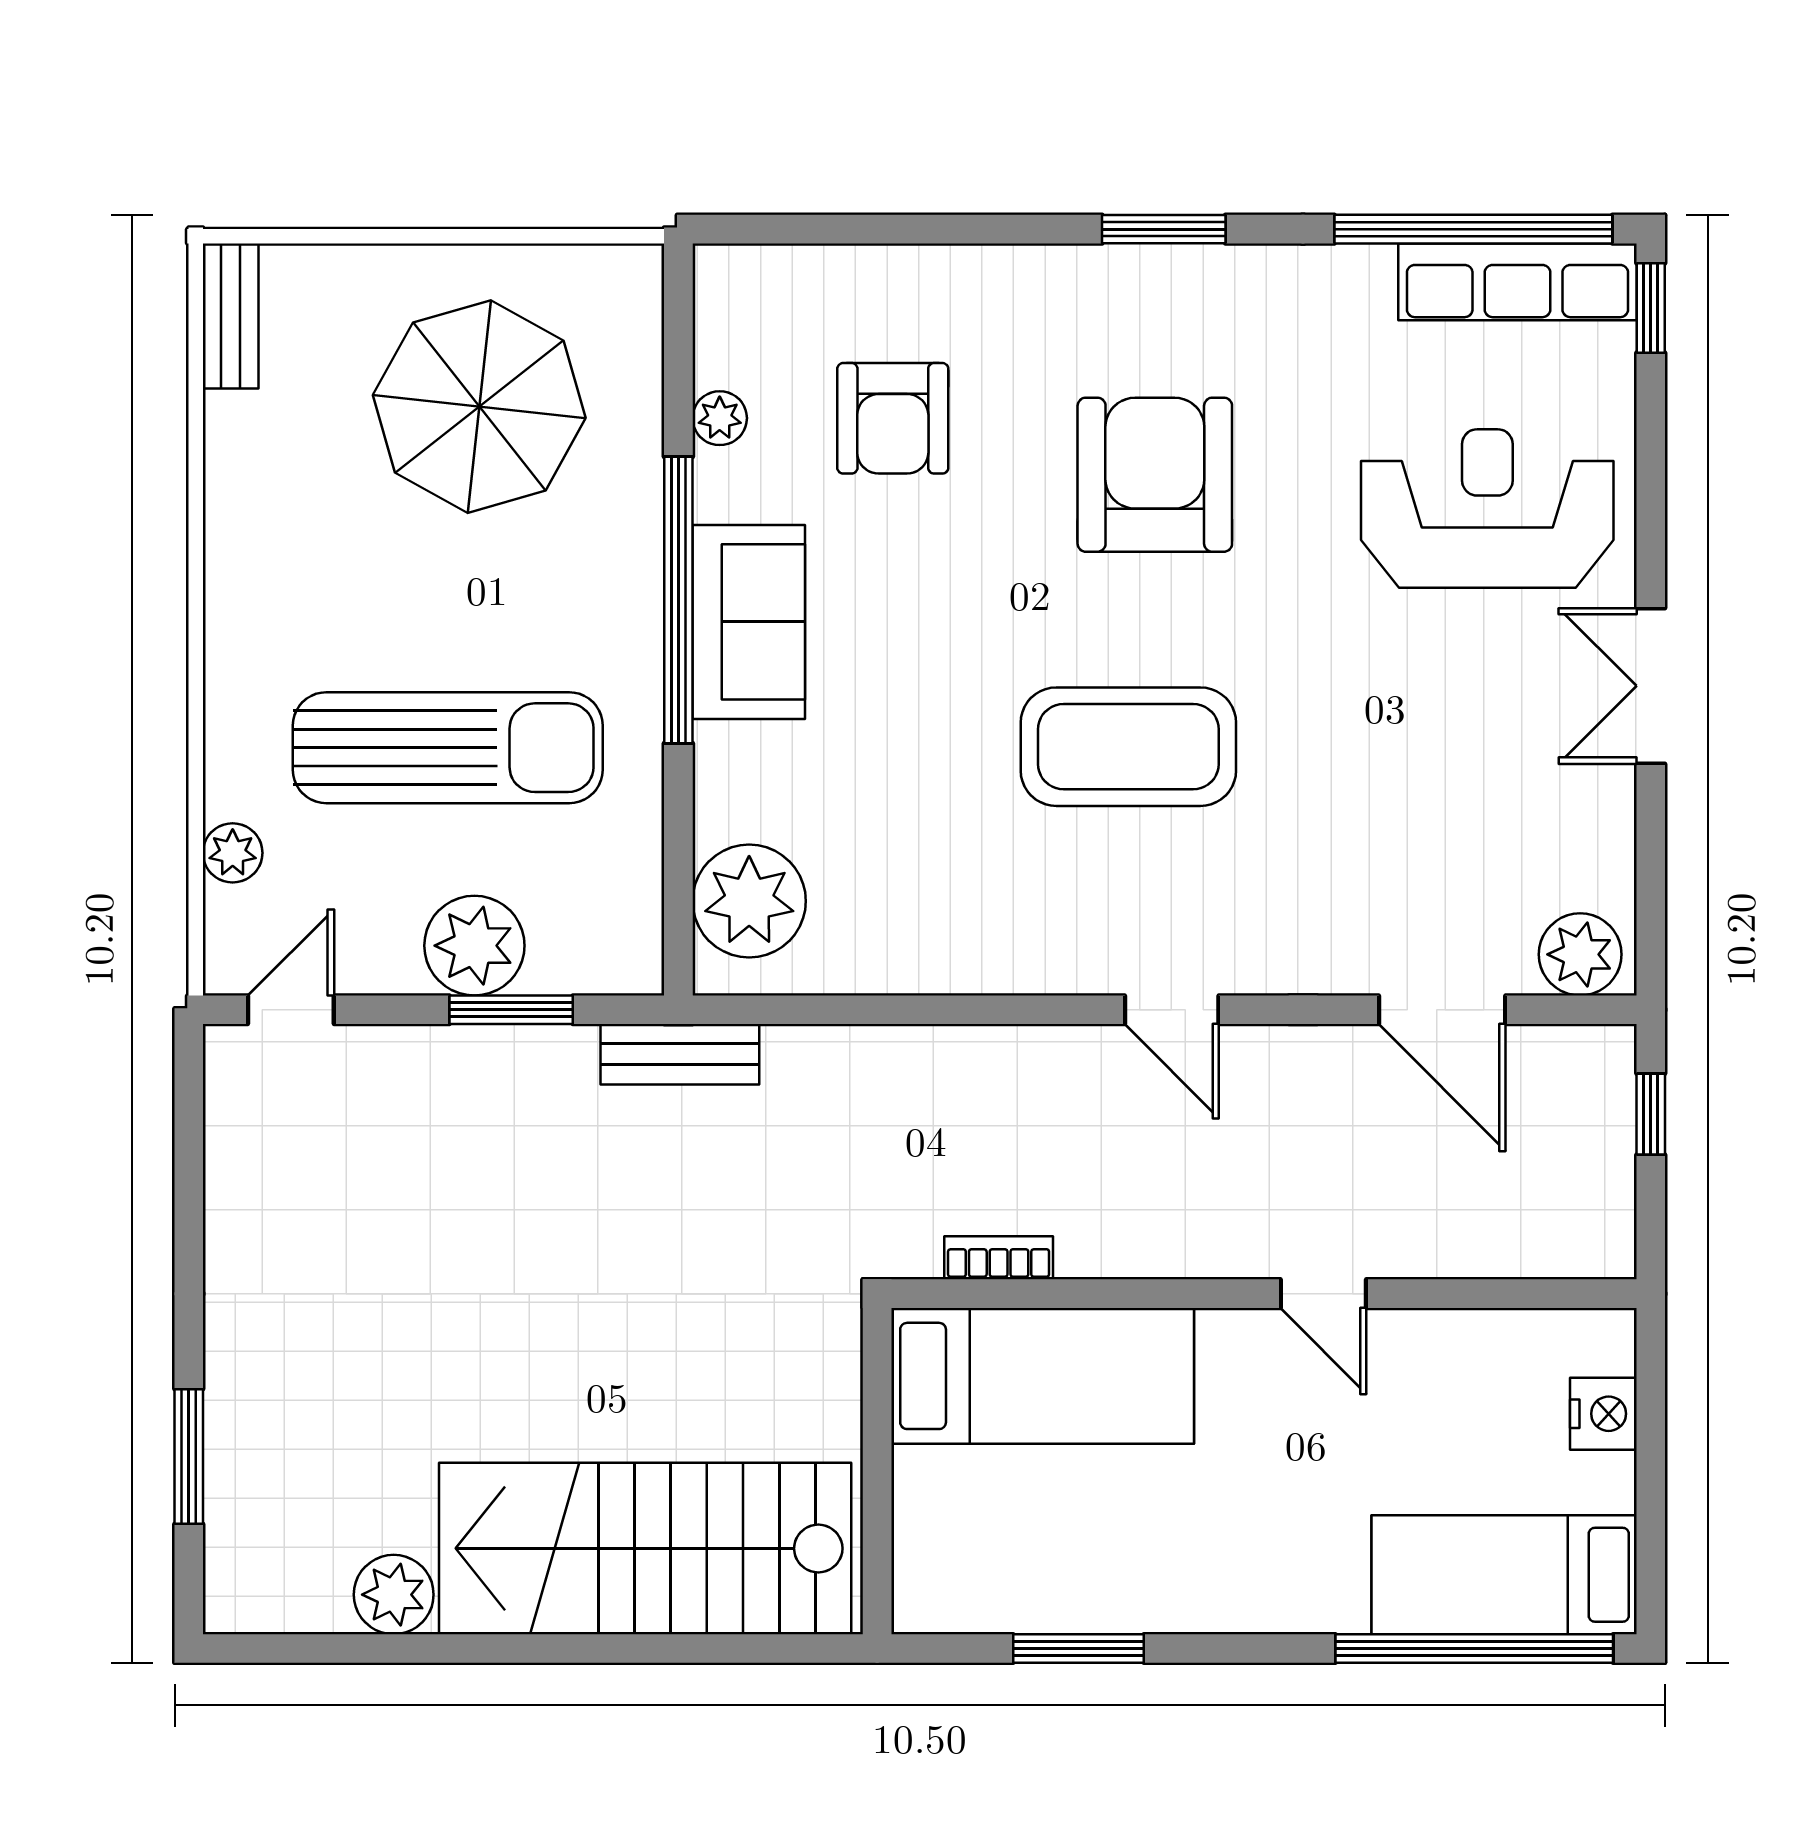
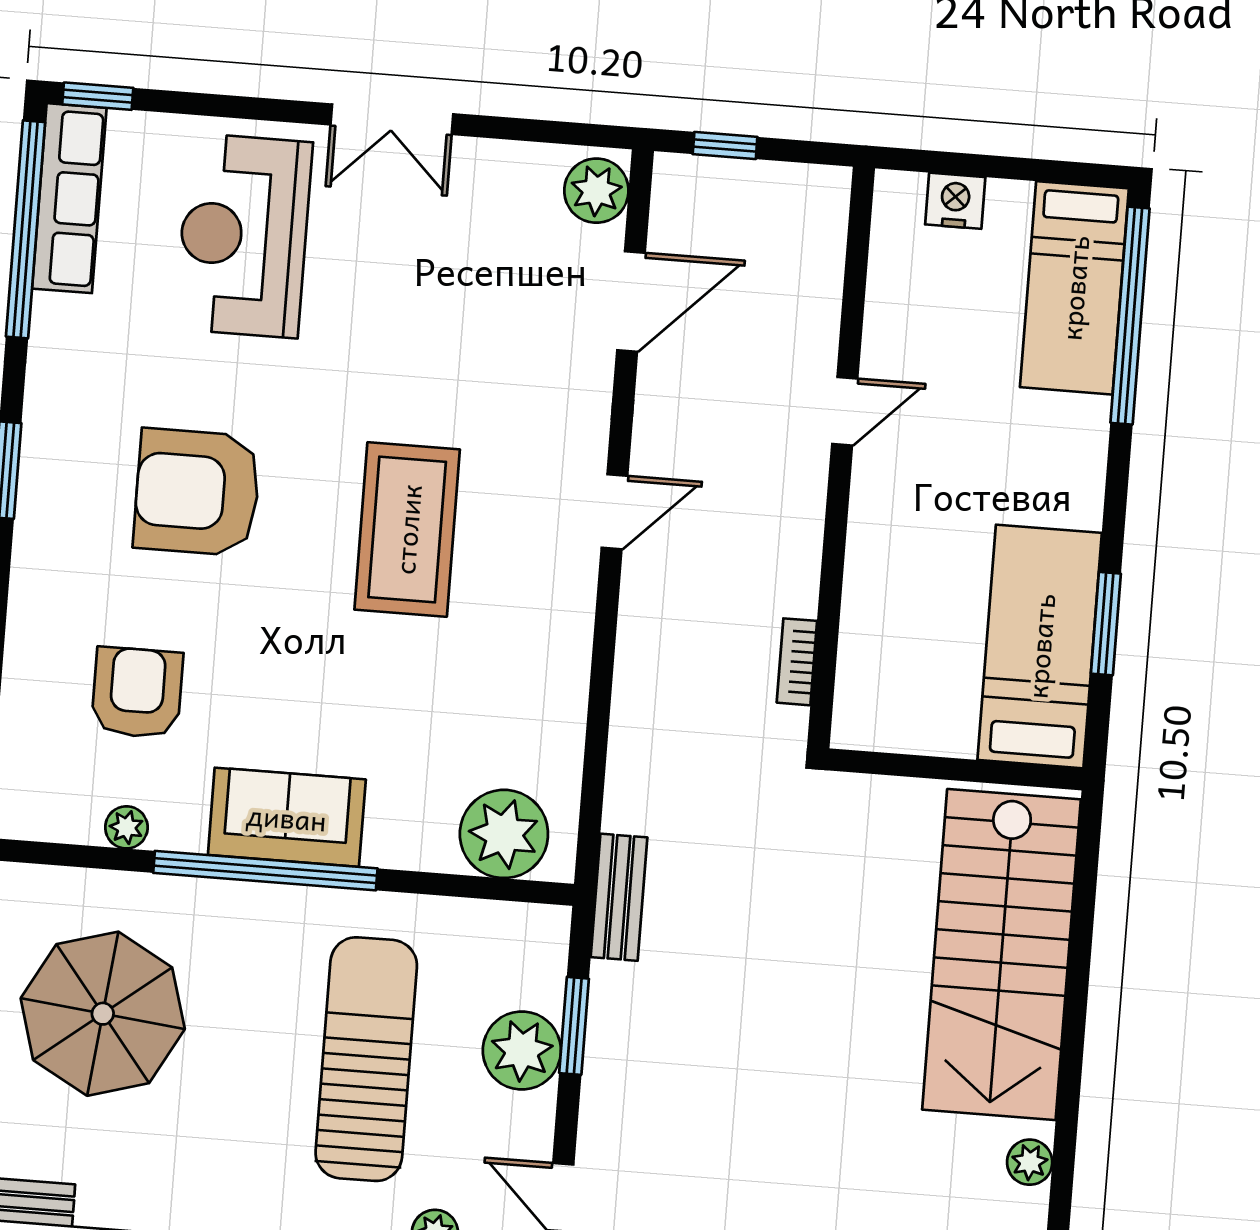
armchair: (893, 418) -> (137, 693), turned -90
bed: (1043, 1376) -> (1040, 646), moved
plant: (394, 1595) -> (1030, 1162), width x0.73, depth x0.73

